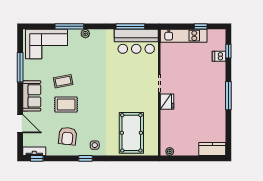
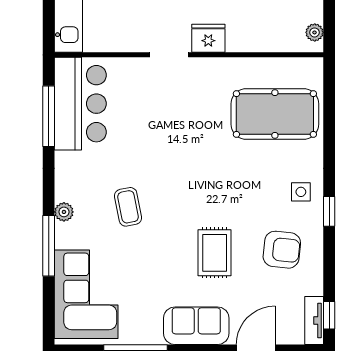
coffee table: (63, 81) -> (128, 207), moved

